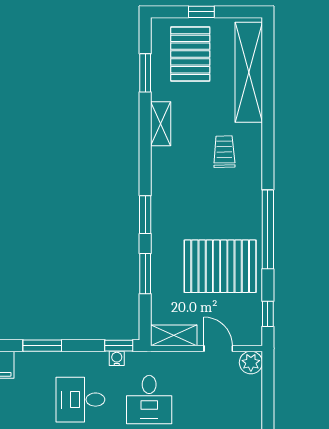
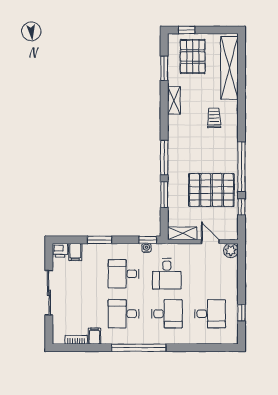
window: (201, 12) -> (187, 30), moved
window: (145, 215) -> (164, 158), width x1.44
window: (268, 314) -> (241, 207), moved

